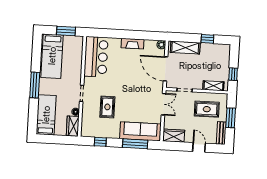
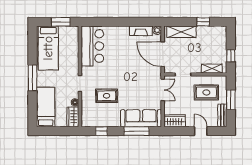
fireplace: (133, 44) -> (141, 31), moved
rug: (107, 107) -> (107, 96), turned 90

